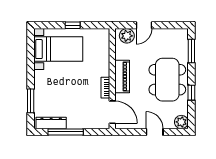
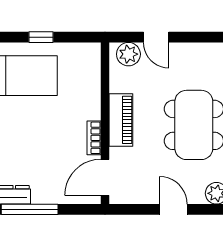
door: (144, 25) -> (156, 37), hinge flipped
door: (112, 112) -> (105, 177), swing flipped

